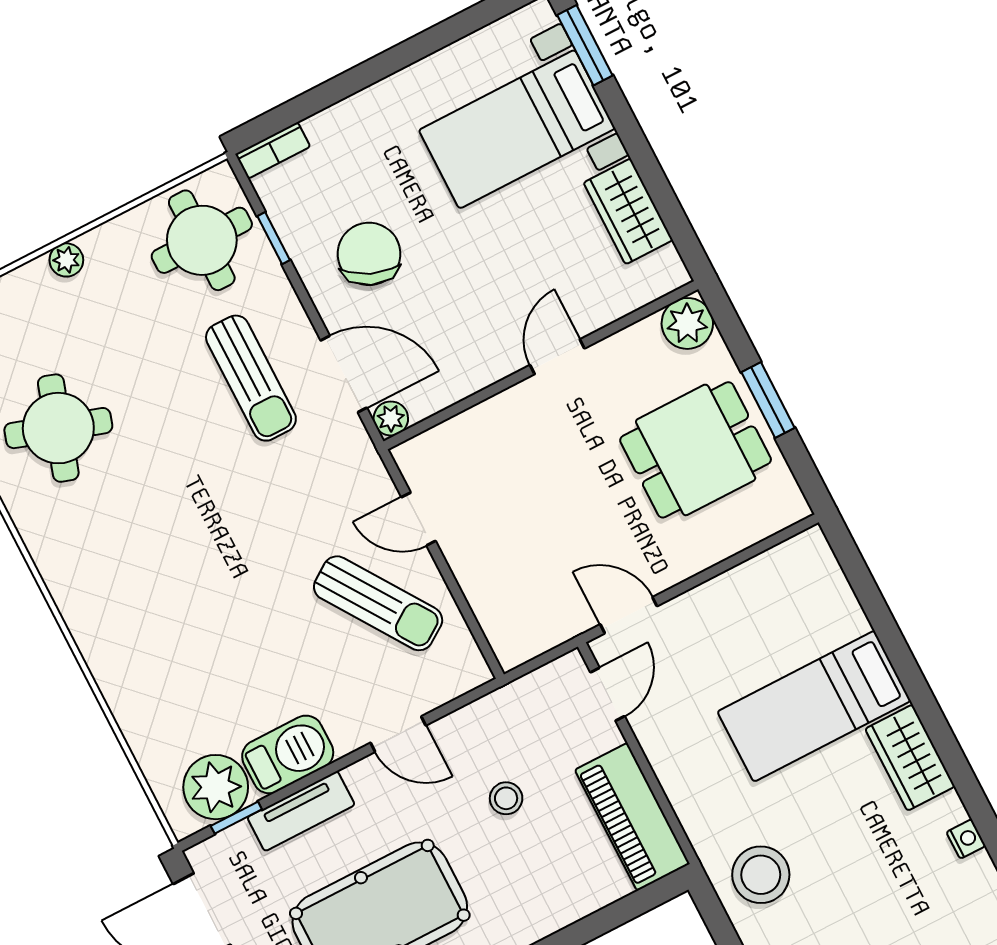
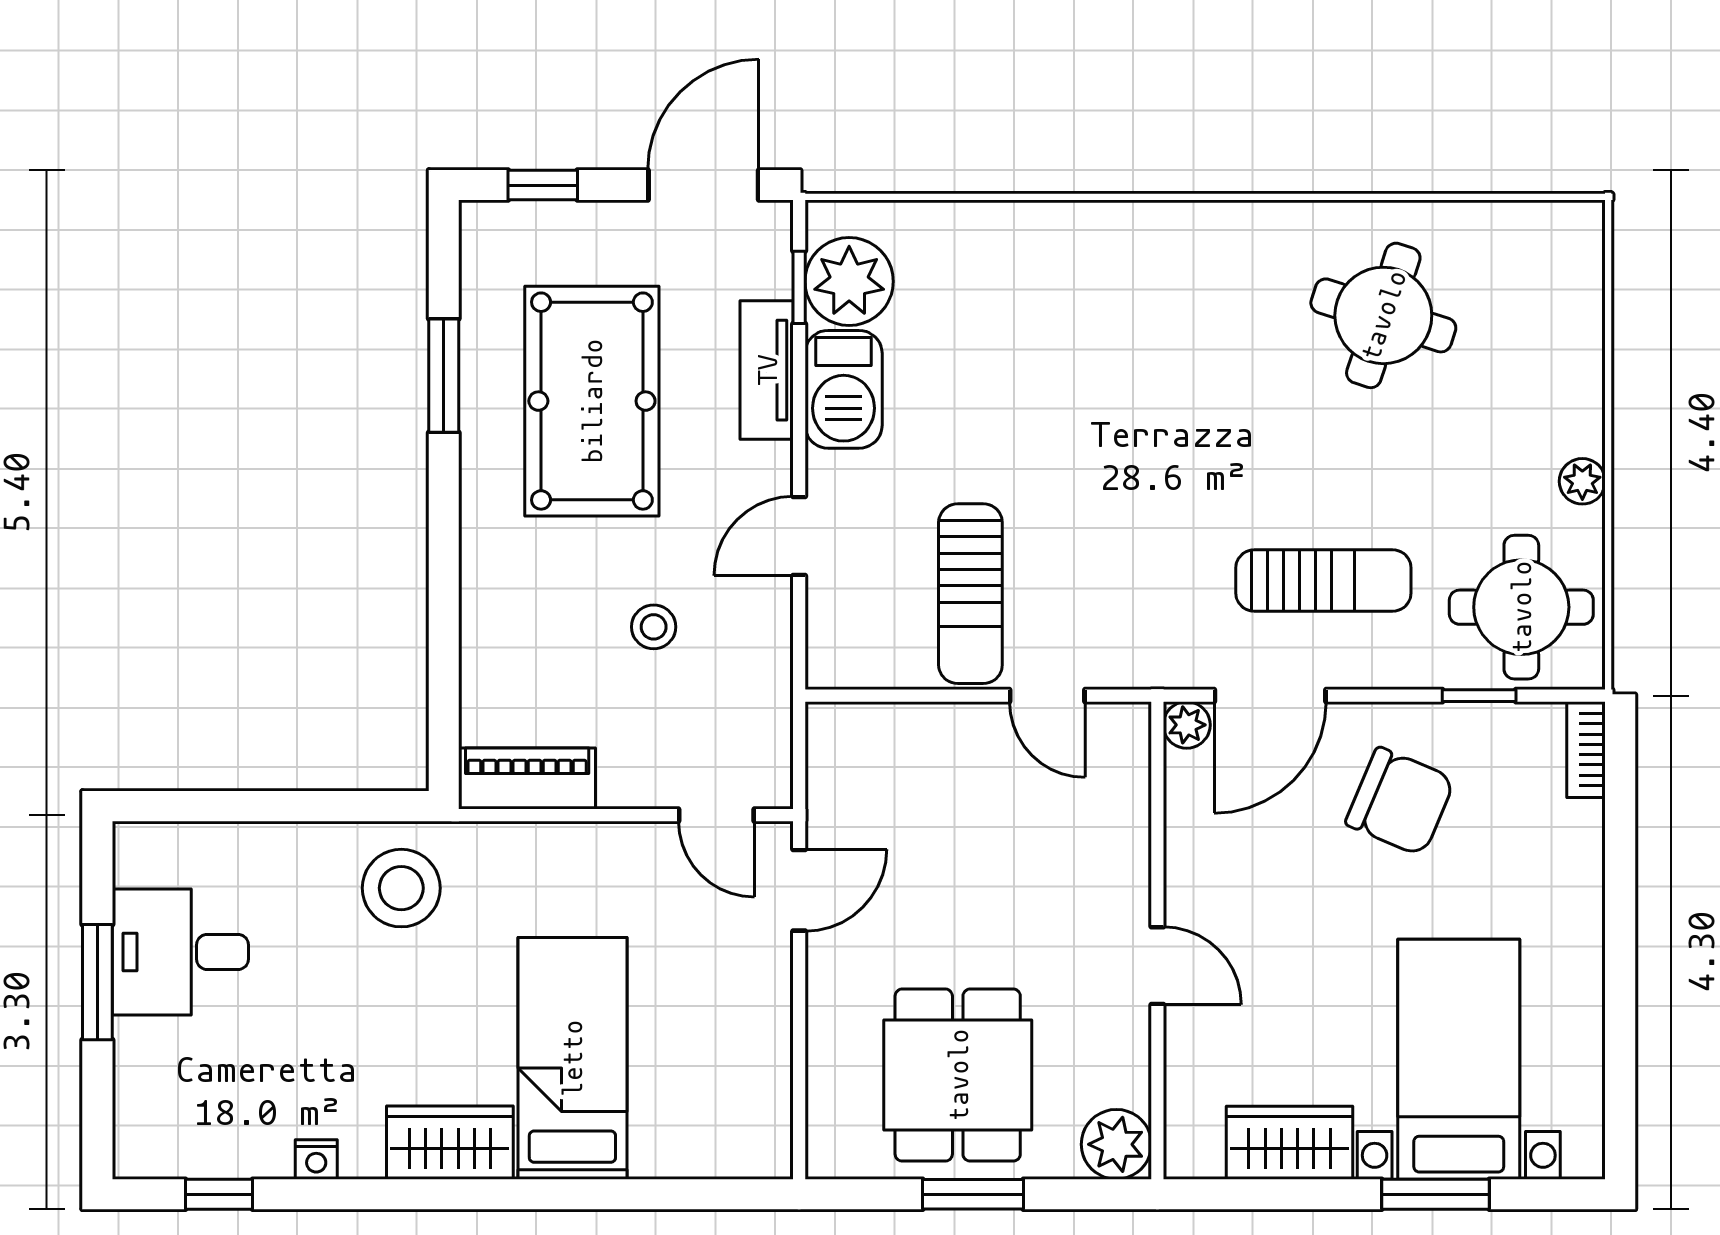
window: (585, 45) -> (1436, 1194), moved
plant: (66, 260) -> (1582, 481), moved
sun lounger: (251, 378) -> (1323, 580), turned 180
door: (419, 519) -> (1047, 696), swing flipped
sun lounger: (378, 603) -> (970, 594), turned -56
piano: (632, 817) -> (527, 778), width x0.73, depth x0.75

